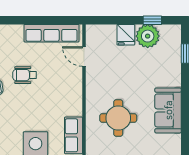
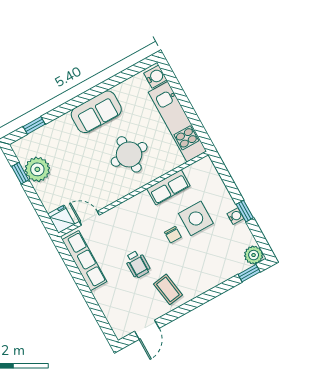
fridge: (126, 35) -> (61, 219), moved, turned -90
door: (84, 57) -> (89, 218), swing flipped
chair: (33, 118) -> (173, 235), added

